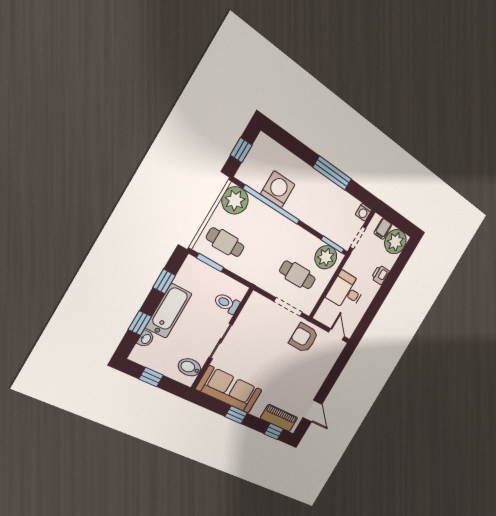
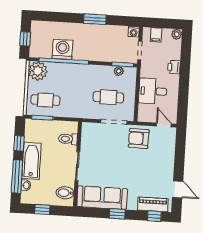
window: (332, 173) -> (95, 19), width x0.69
plant: (395, 242) -> (177, 34), width x0.53, depth x0.53
plant: (326, 257) -> (119, 71), width x0.53, depth x0.53
window: (140, 323) -> (17, 177), width x2.17

